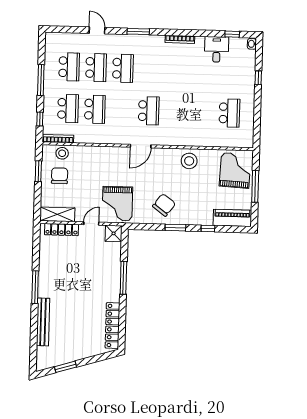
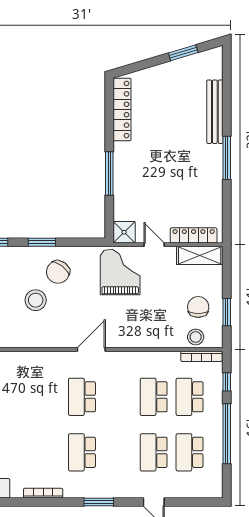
school desk: (123, 68) -> (82, 452), moved
window: (41, 80) -> (227, 434), width x1.46
stool: (189, 161) -> (36, 300), moved
chair: (60, 176) -> (198, 307), turned 180
door: (91, 223) -> (154, 245), swing flipped

